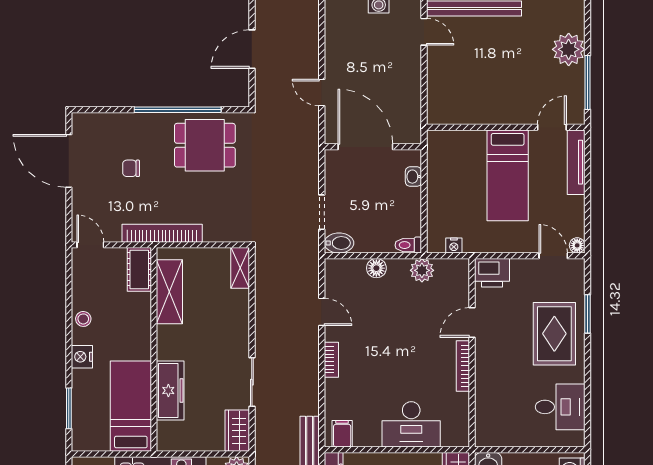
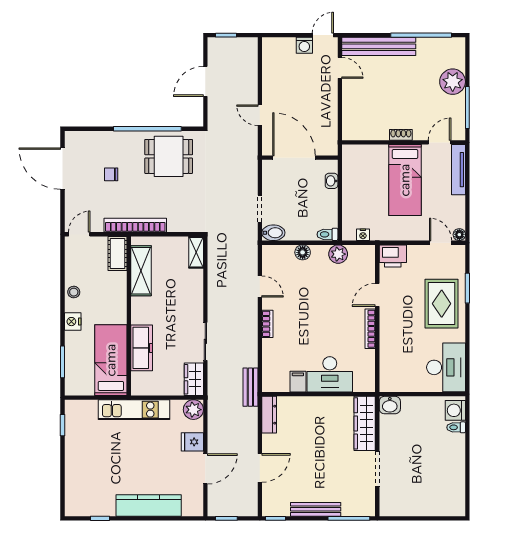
shoe rack: (502, 118) -> (401, 135), added
door: (90, 245) -> (79, 234), hinge flipped
desk: (560, 407) -> (446, 367), width x1.37
filing cabinet: (342, 434) -> (298, 382), moved

